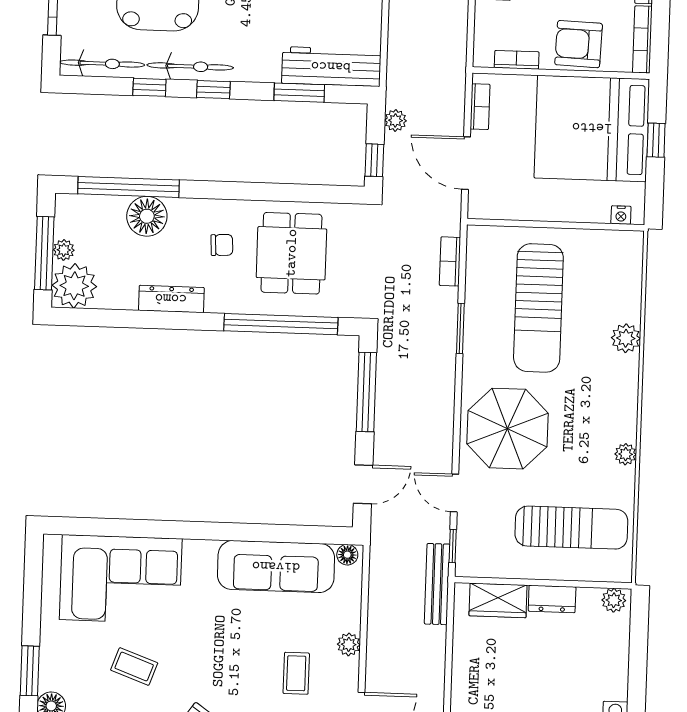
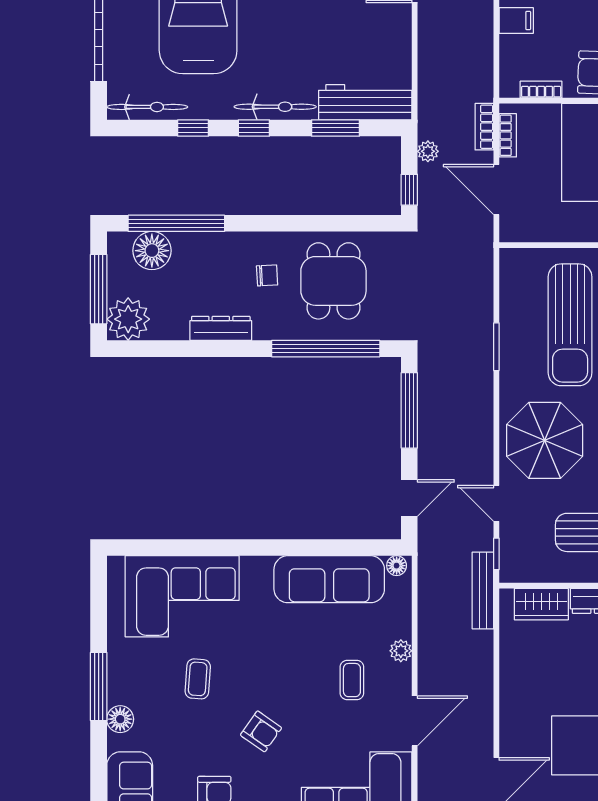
bicycle: (190, 66) -> (275, 107), moved
floor lamp: (147, 216) -> (152, 251), moved
plant: (64, 250) -> (117, 285), removed
bookcase: (450, 261) -> (484, 127), moved
coffee table: (134, 667) -> (198, 679), turned 74
window: (30, 671) -> (99, 687), width x1.44

